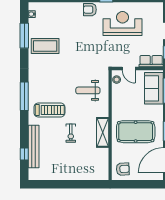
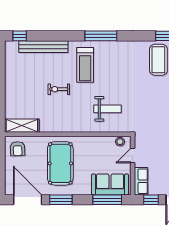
weight bench: (88, 90) -> (107, 109), turned 90
shelving: (103, 132) -> (22, 126), moved
window: (24, 154) -> (20, 36), moved

